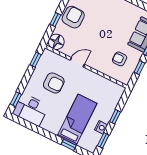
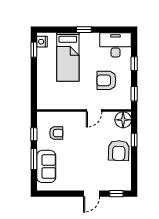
window: (16, 99) -> (134, 64), moved
window: (115, 117) -> (34, 77), removed
nightstand: (101, 127) -> (42, 42), moved
window: (69, 145) -> (84, 30), moved

